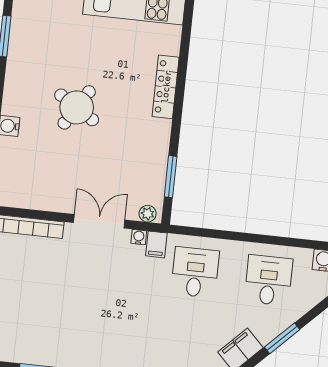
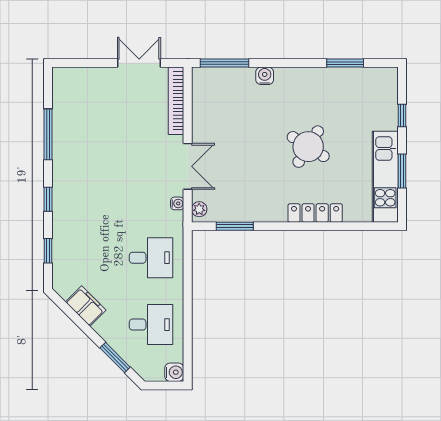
round table: (77, 107) -> (308, 147), moved
filing cabinet: (156, 244) -> (172, 220), removed
window: (282, 338) -> (115, 358), moved

